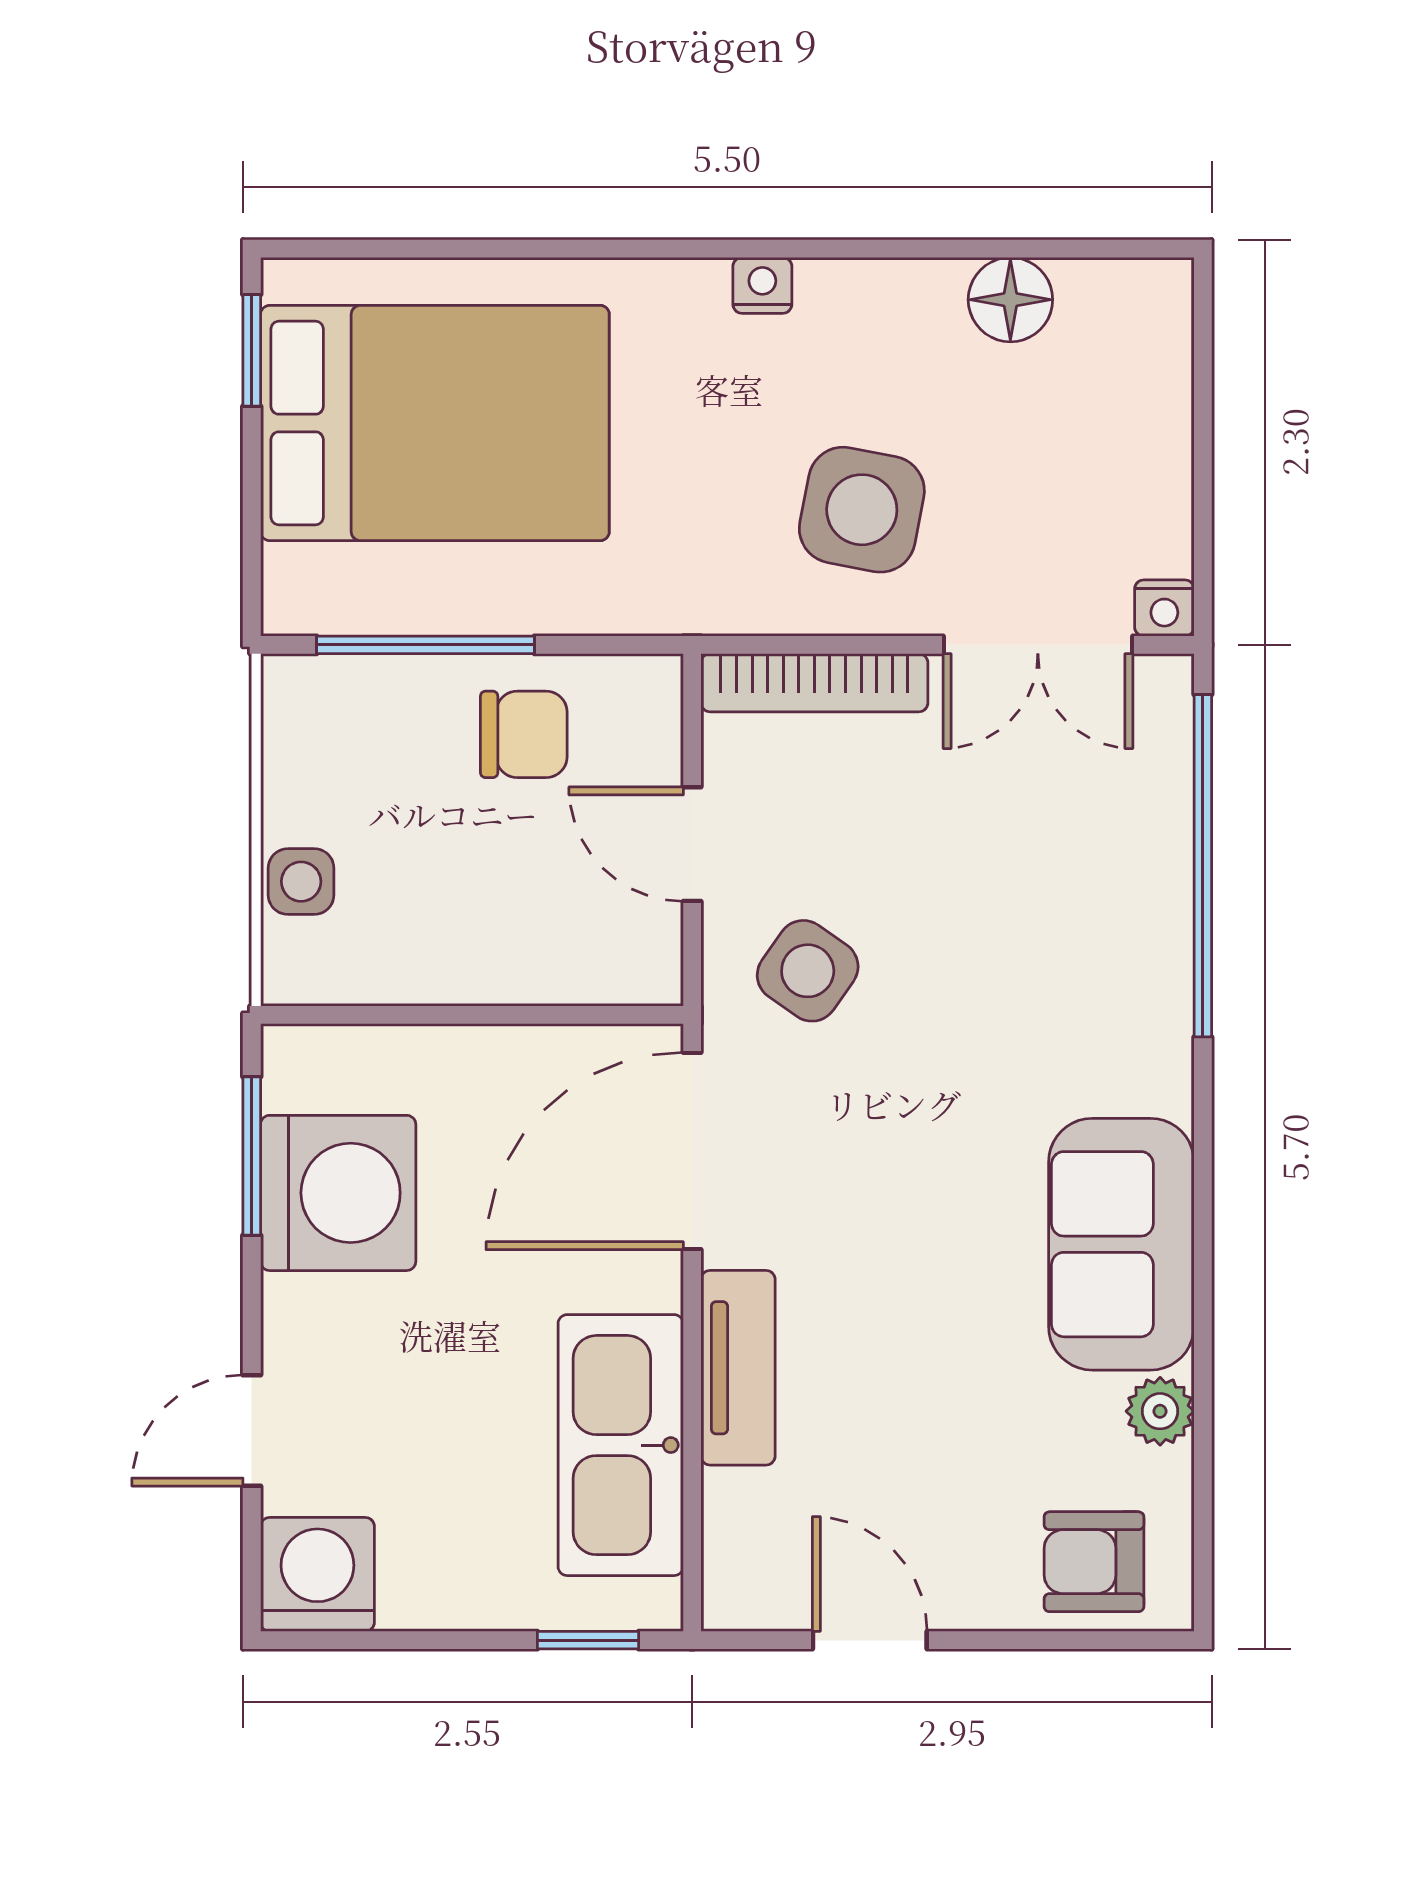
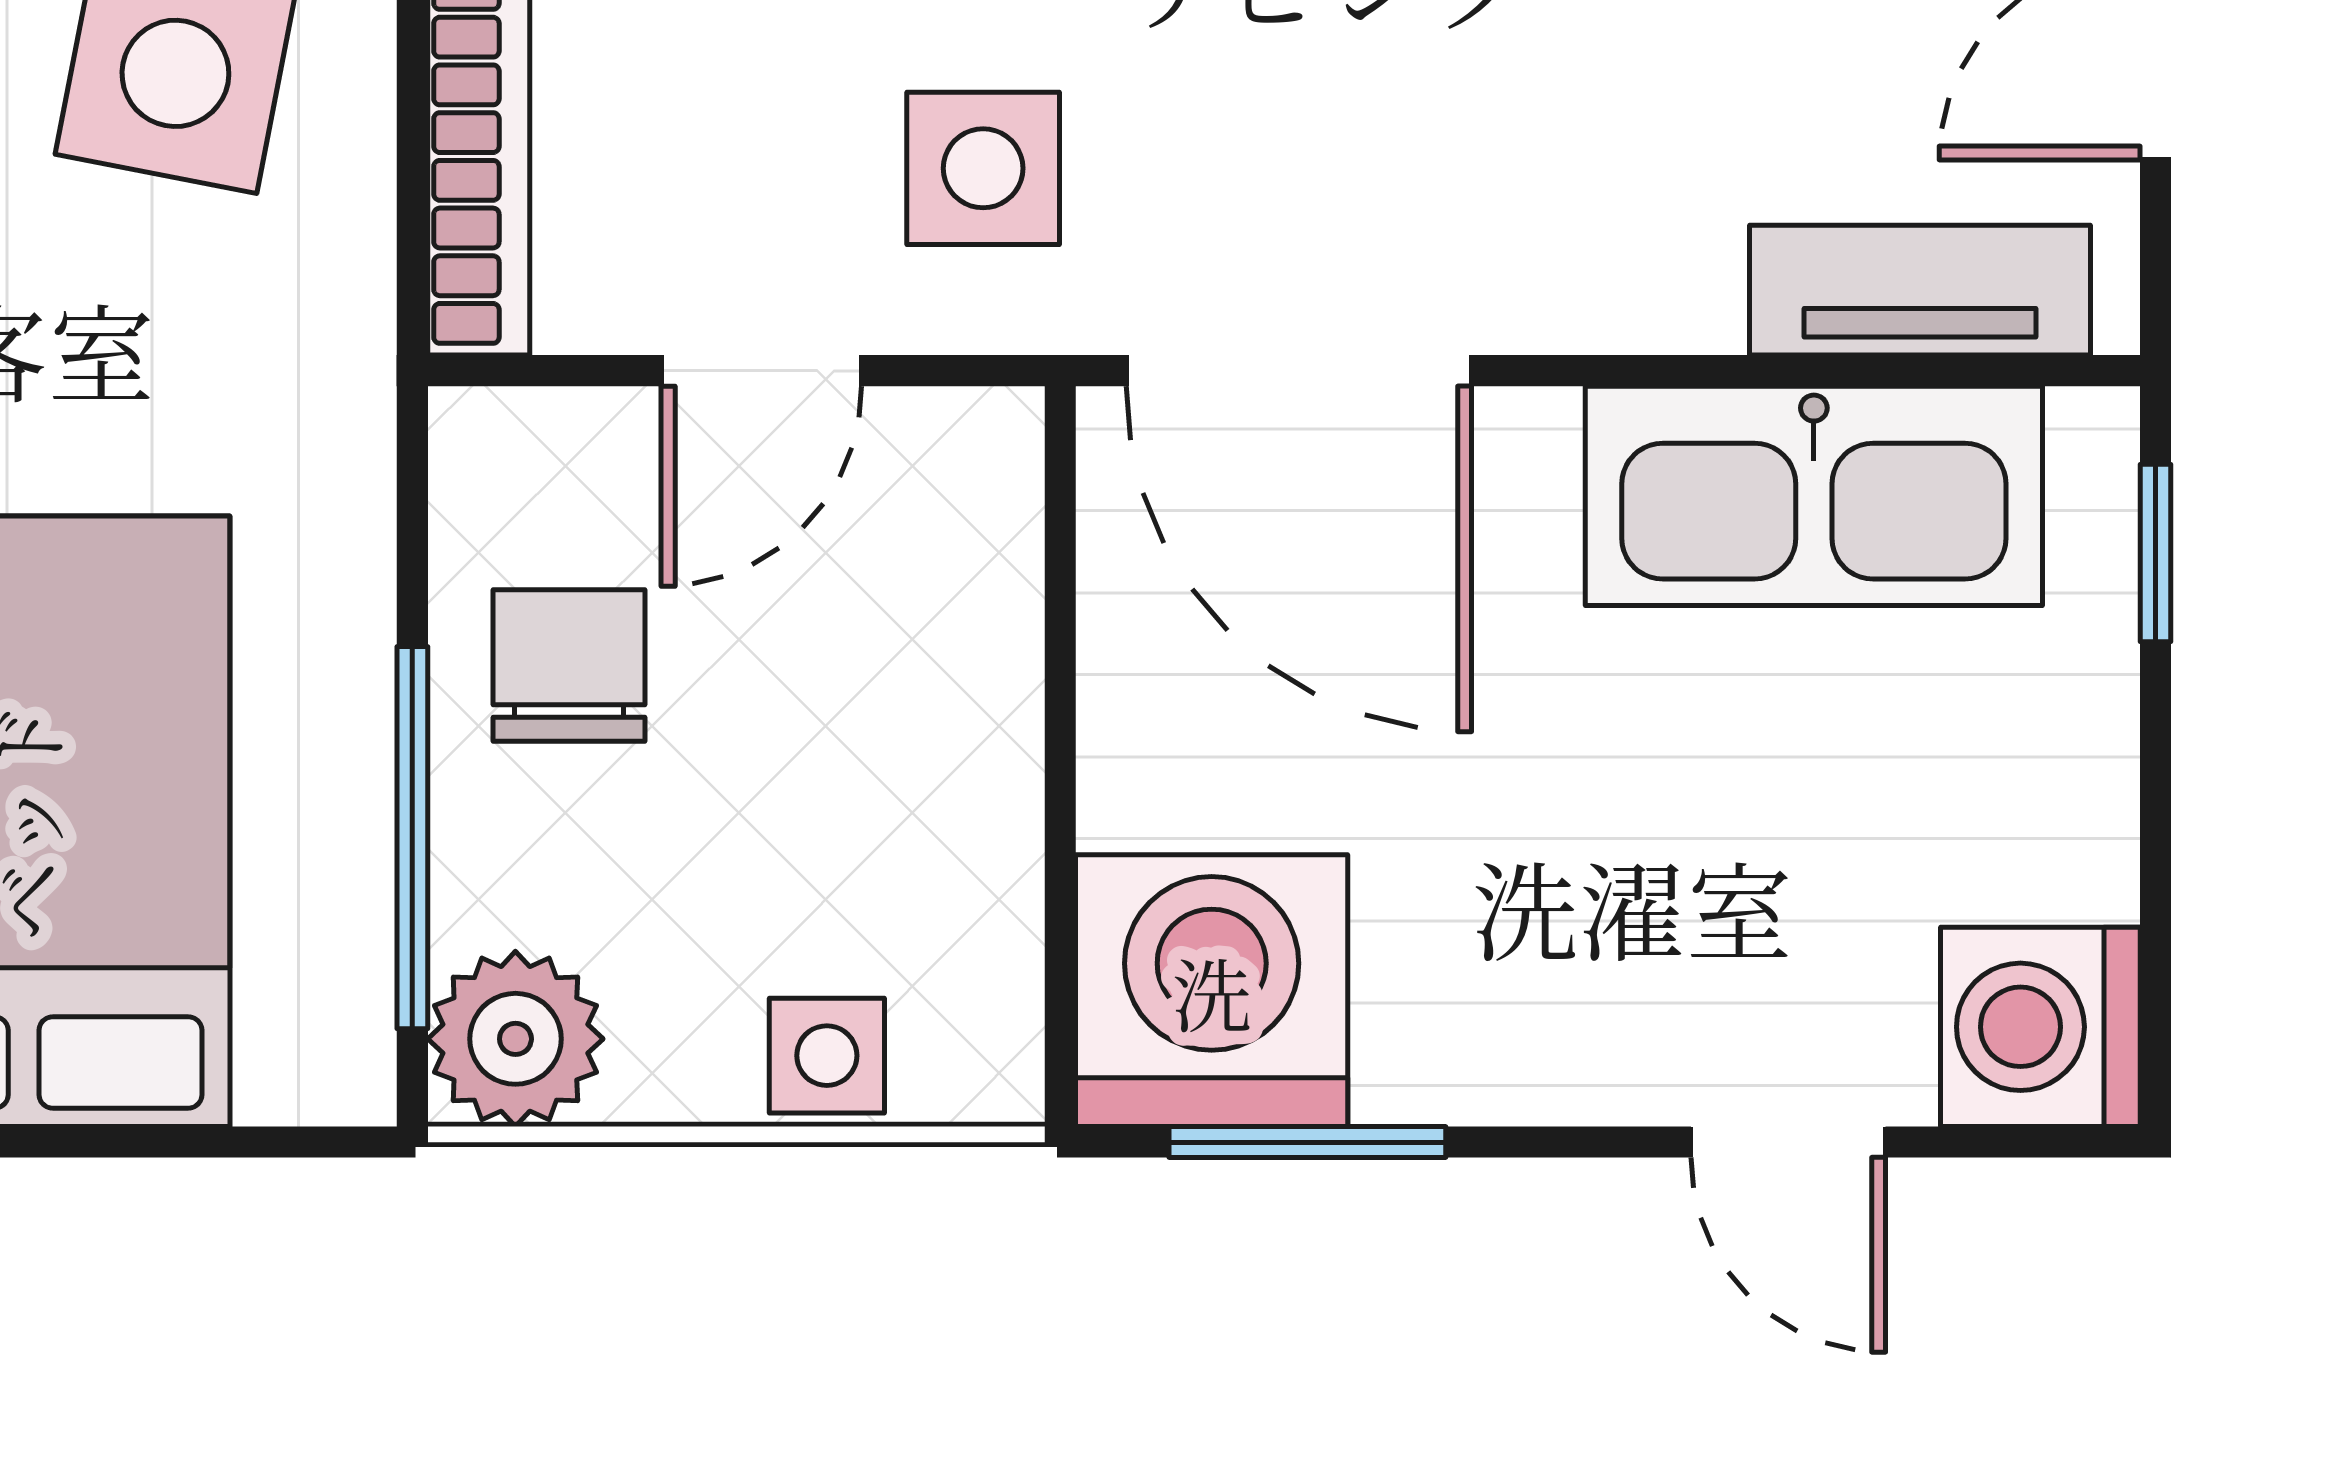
plant: (311, 704) -> (515, 1039), added
side table: (808, 971) -> (983, 168), turned -35
washing machine: (338, 1193) -> (1212, 991), moved
tv unit: (738, 1368) -> (1920, 290), moved

